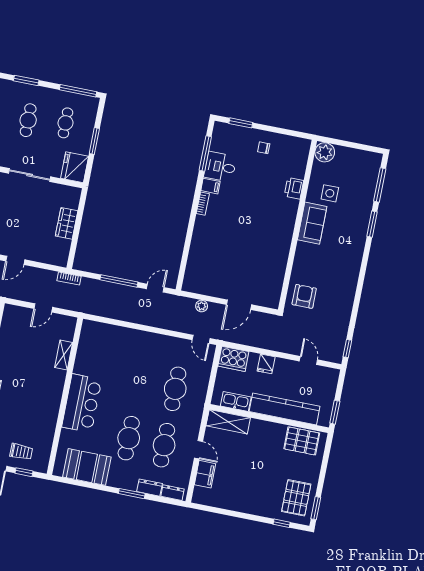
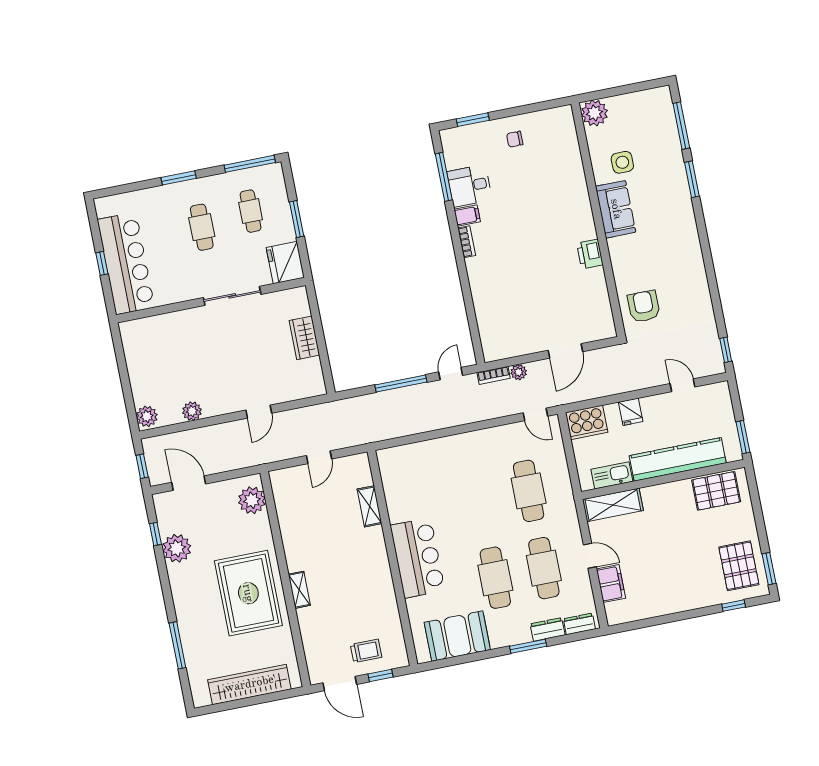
printer: (294, 188) -> (590, 254), moved
bookcase: (69, 278) -> (494, 375), moved

